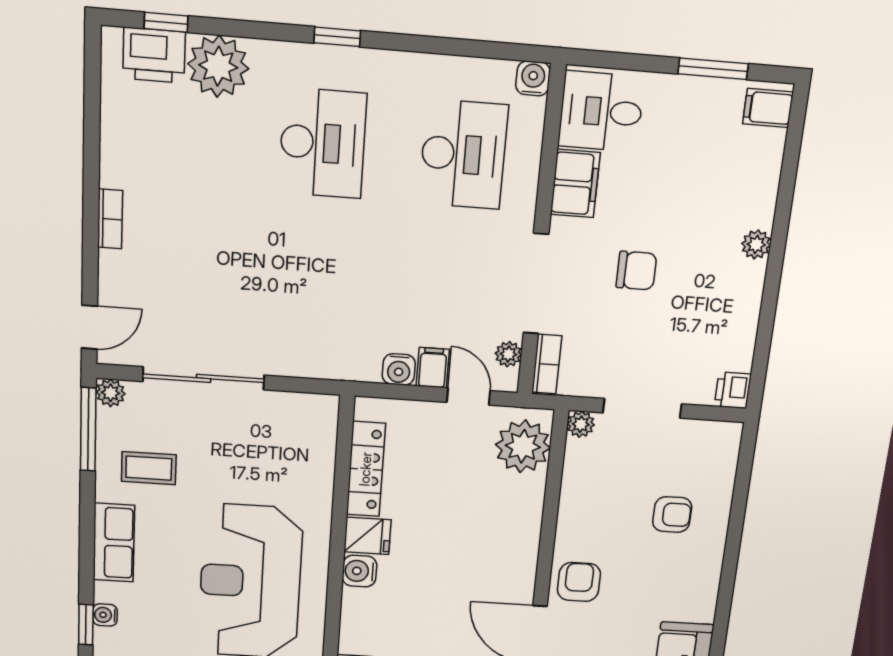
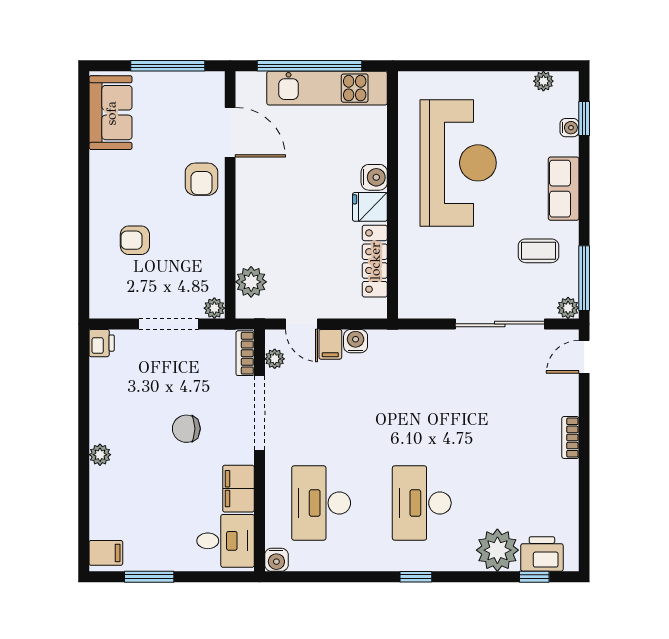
plant: (523, 446) -> (251, 282), width x0.73, depth x0.73

